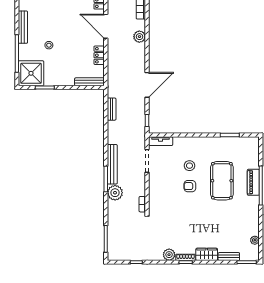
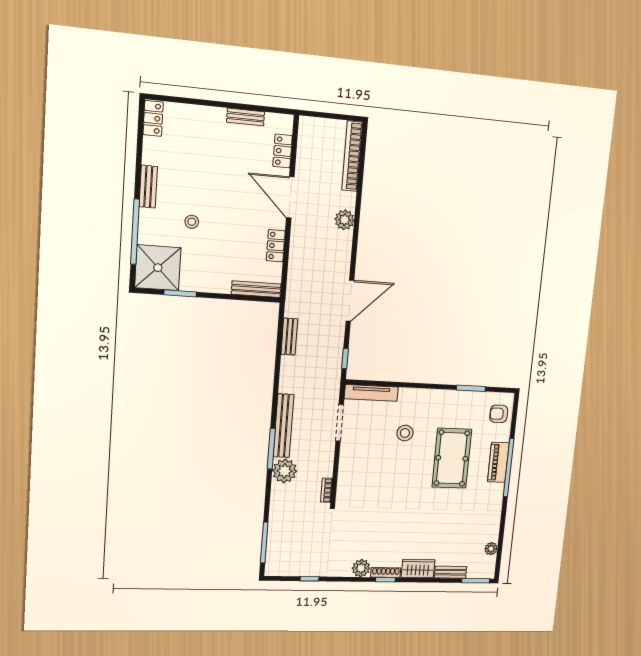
bench: (23, 27) -> (148, 187), width x0.73
tv unit: (161, 141) -> (371, 393), width x1.41
armchair: (190, 186) -> (499, 414), moved

